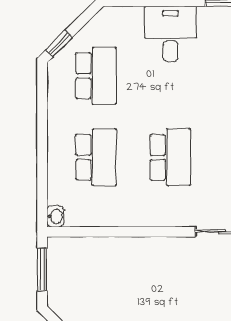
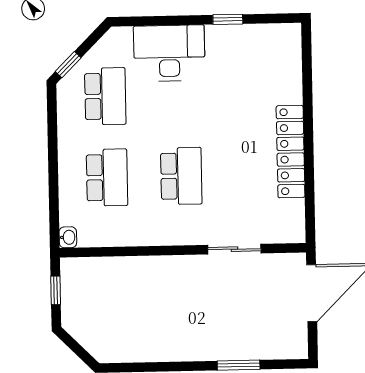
desk: (170, 34) -> (169, 53), width x1.37
window: (42, 269) -> (56, 290), width x0.67

